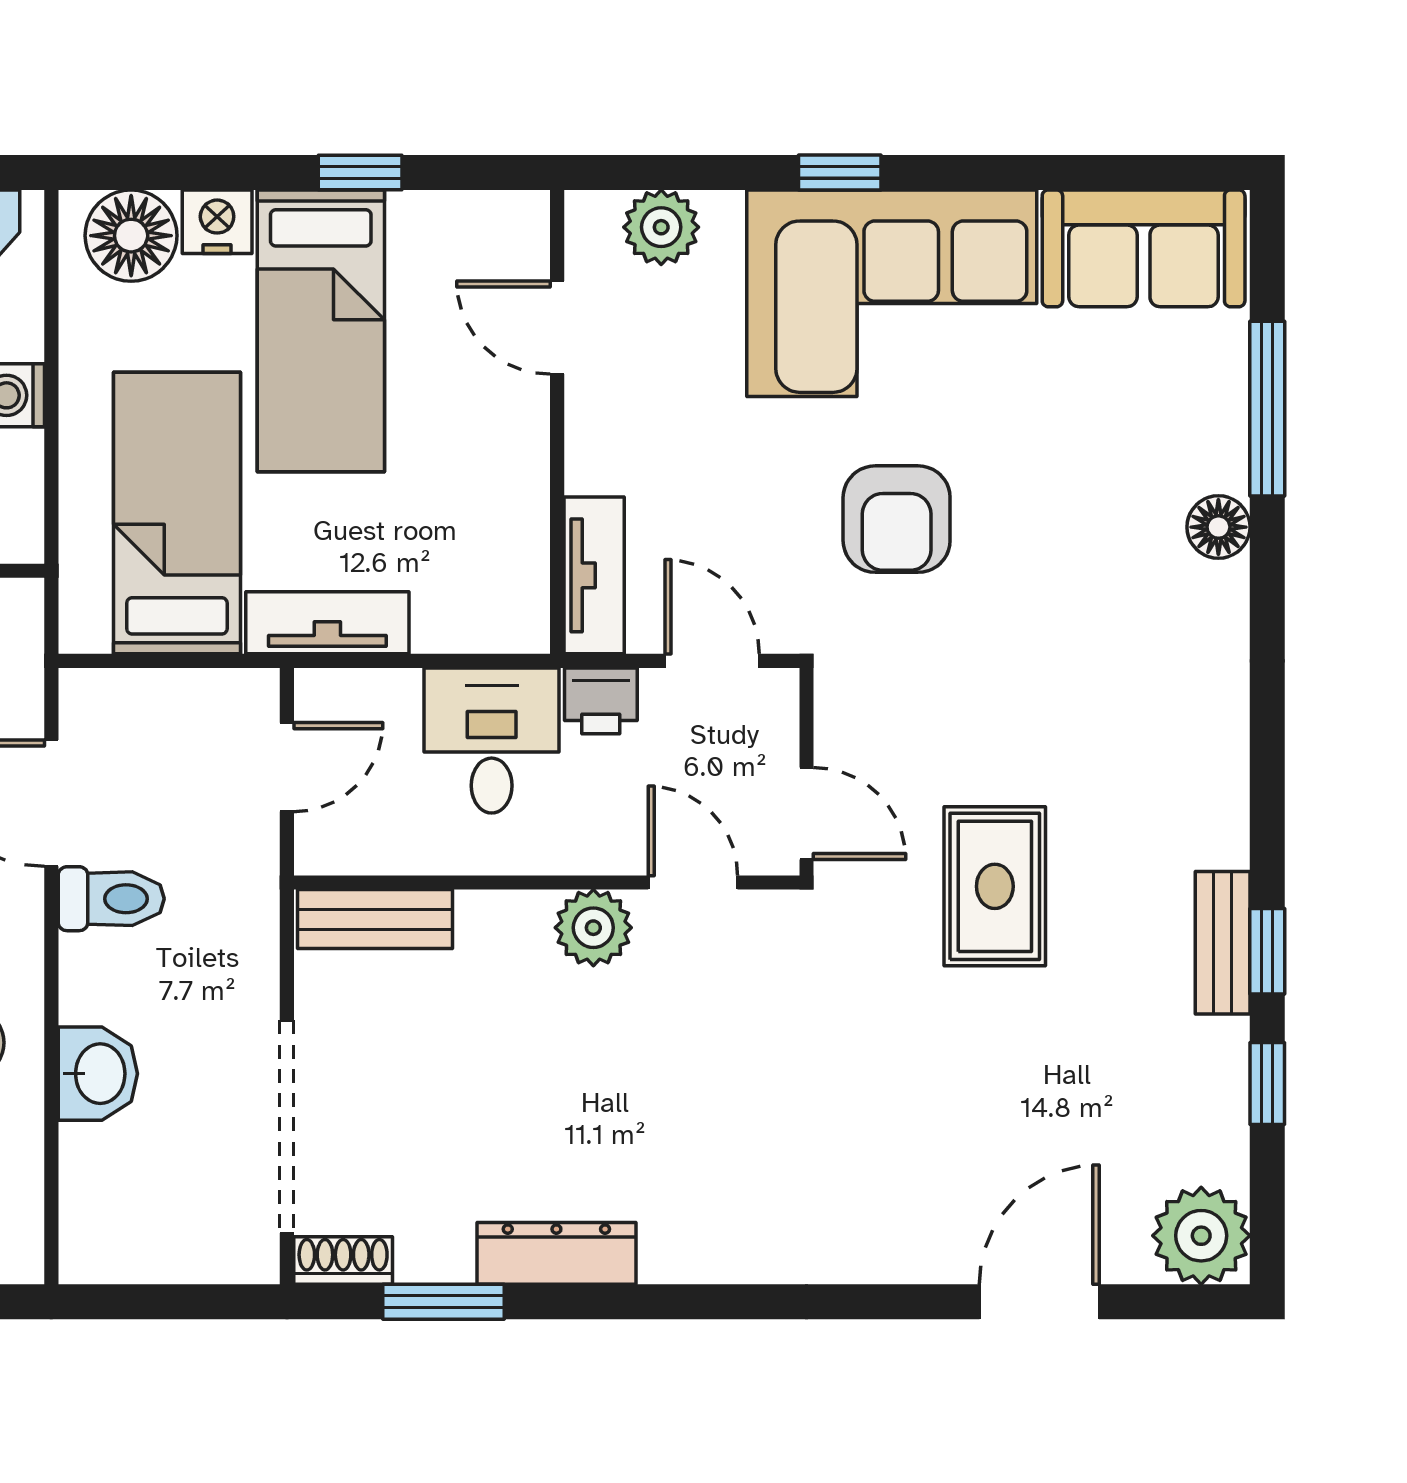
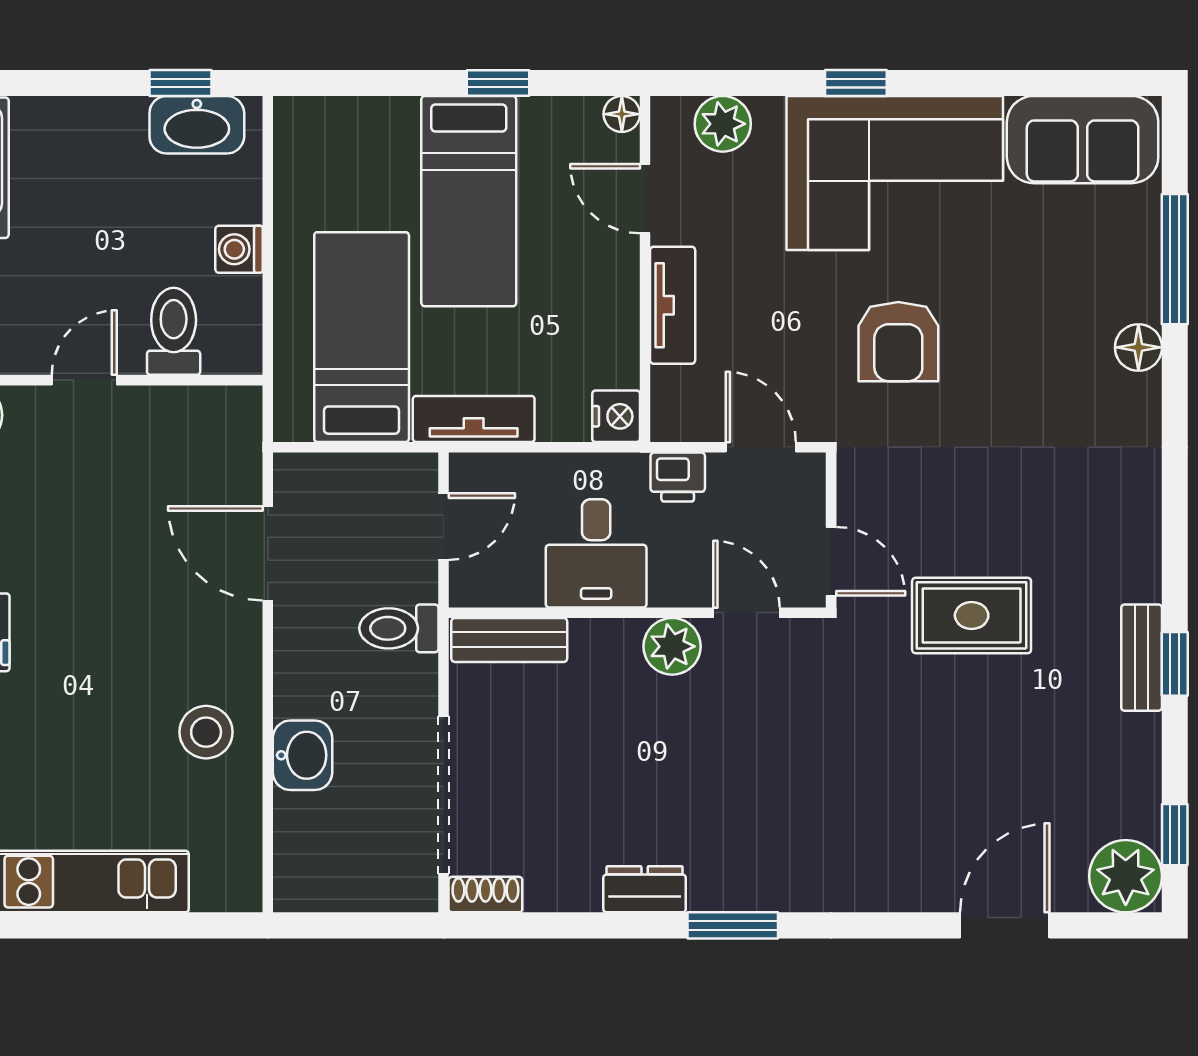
nightstand: (217, 222) -> (616, 416), moved, turned 90
floor lamp: (131, 236) -> (622, 114), moved, width x0.53, depth x0.53
tv unit: (594, 575) -> (673, 305), moved
desk: (492, 740) -> (596, 553), moved, turned 180
rug: (995, 886) -> (972, 615), turned 90
toilet: (111, 899) -> (399, 628), moved, turned 180
window: (1267, 1083) -> (1175, 835), moved
dresser: (556, 1253) -> (645, 889), width x0.70
window: (443, 1302) -> (733, 925), moved

